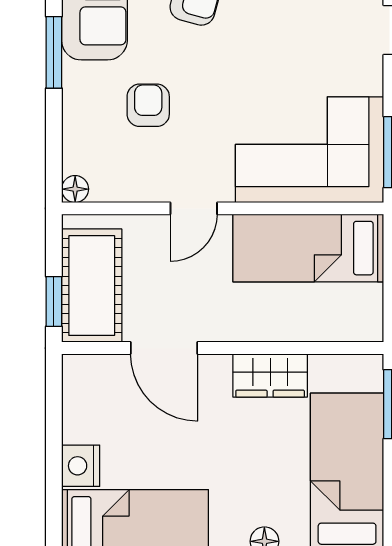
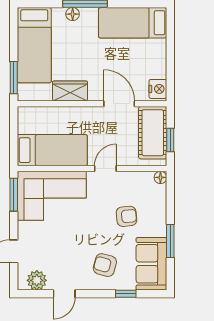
armchair: (148, 105) -> (127, 216), turned -96
window: (54, 301) -> (170, 140), moved
nightstand: (81, 466) -> (158, 89), moved

